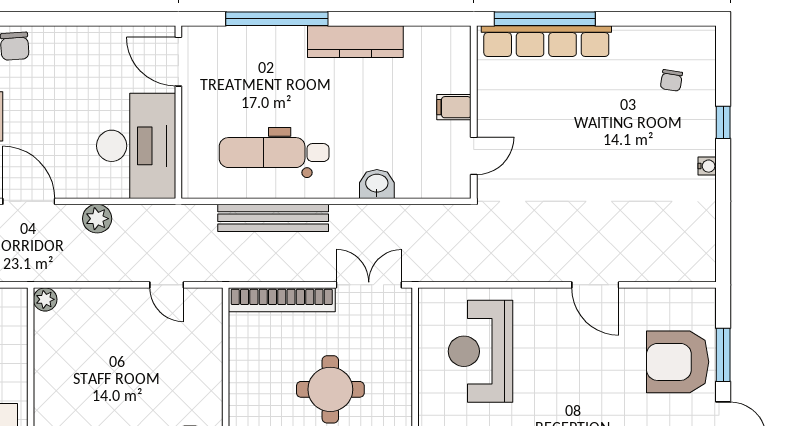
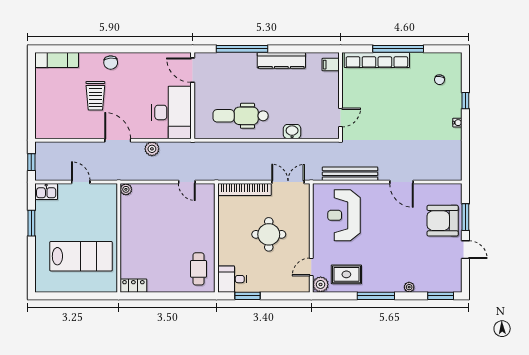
window: (545, 19) -> (398, 49), moved
filing cabinet: (454, 107) -> (331, 65), moved
bench: (273, 218) -> (350, 174), moved

